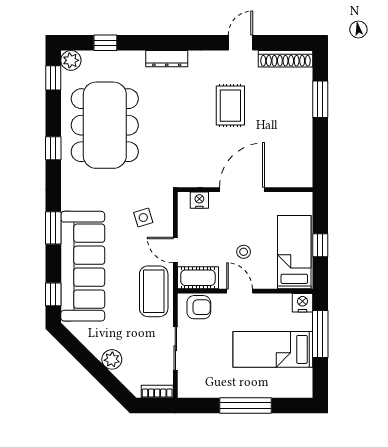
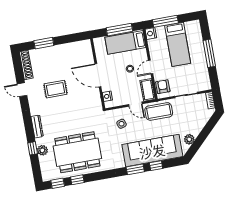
window: (105, 43) -> (33, 148), moved
plant: (71, 60) -> (42, 150), moved
window: (53, 148) -> (77, 180), moved
window: (320, 245) -> (119, 30), width x2.17
door: (175, 250) -> (135, 104), hinge flipped
window: (53, 294) -> (156, 166), moved
plant: (112, 359) -> (189, 139), moved

